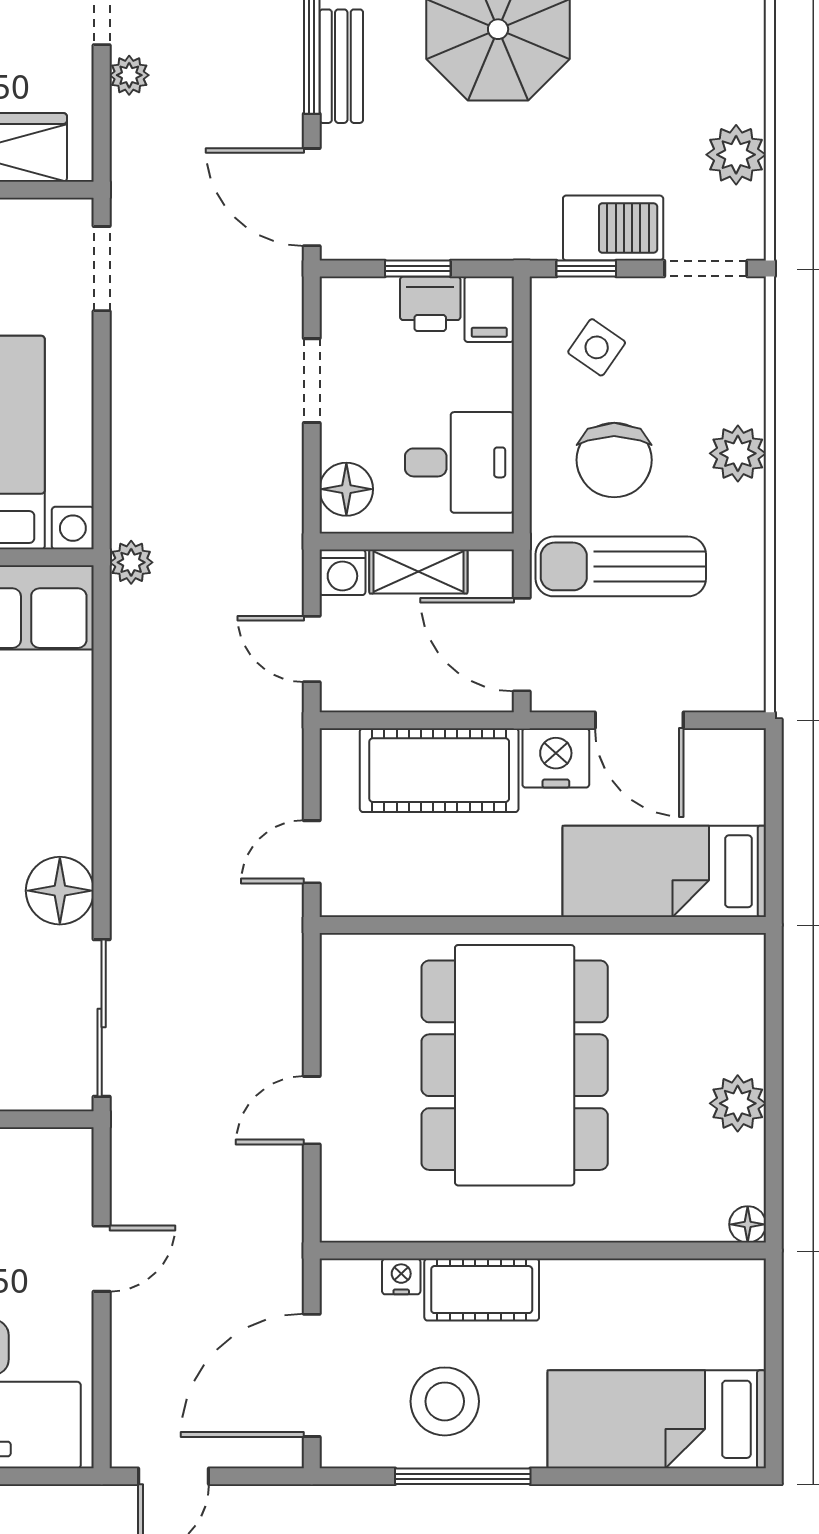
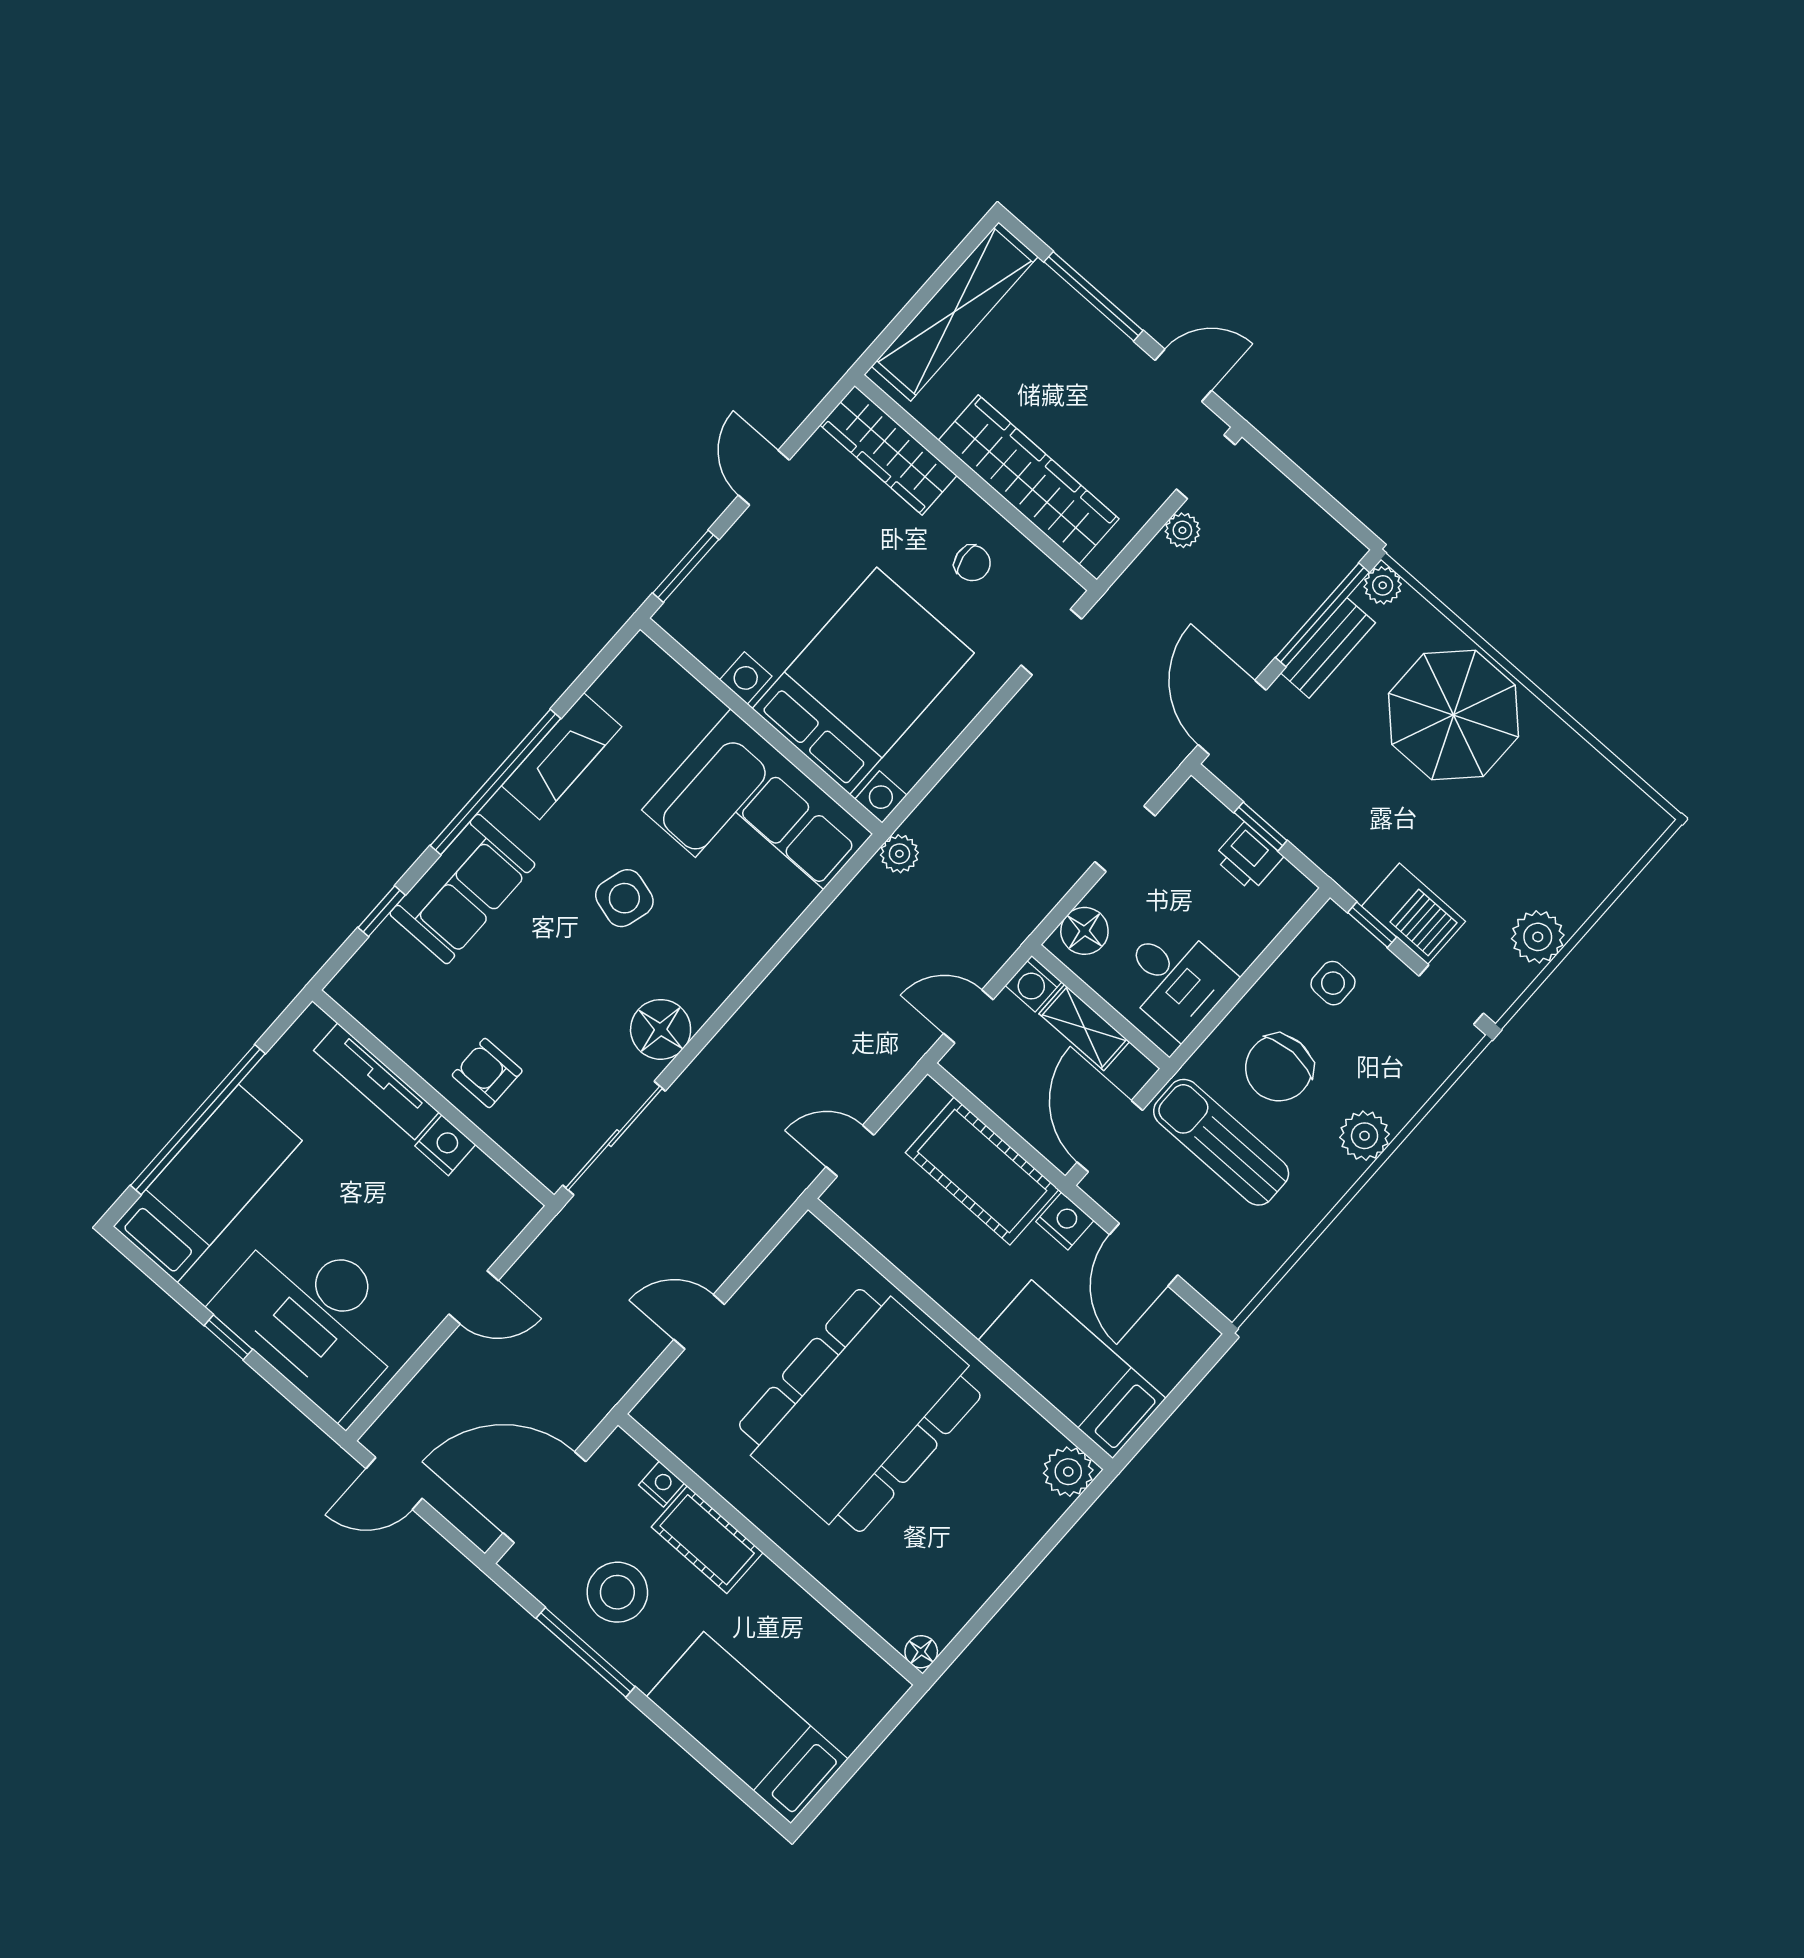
filing cabinet: (489, 309) -> (1284, 895), removed
side table: (597, 347) -> (1333, 983), turned -35
door: (312, 649) -> (968, 1016), hinge flipped
nightstand: (556, 758) -> (1065, 1221), width x0.74, depth x0.75
plant: (738, 1103) -> (1068, 1472), moved

